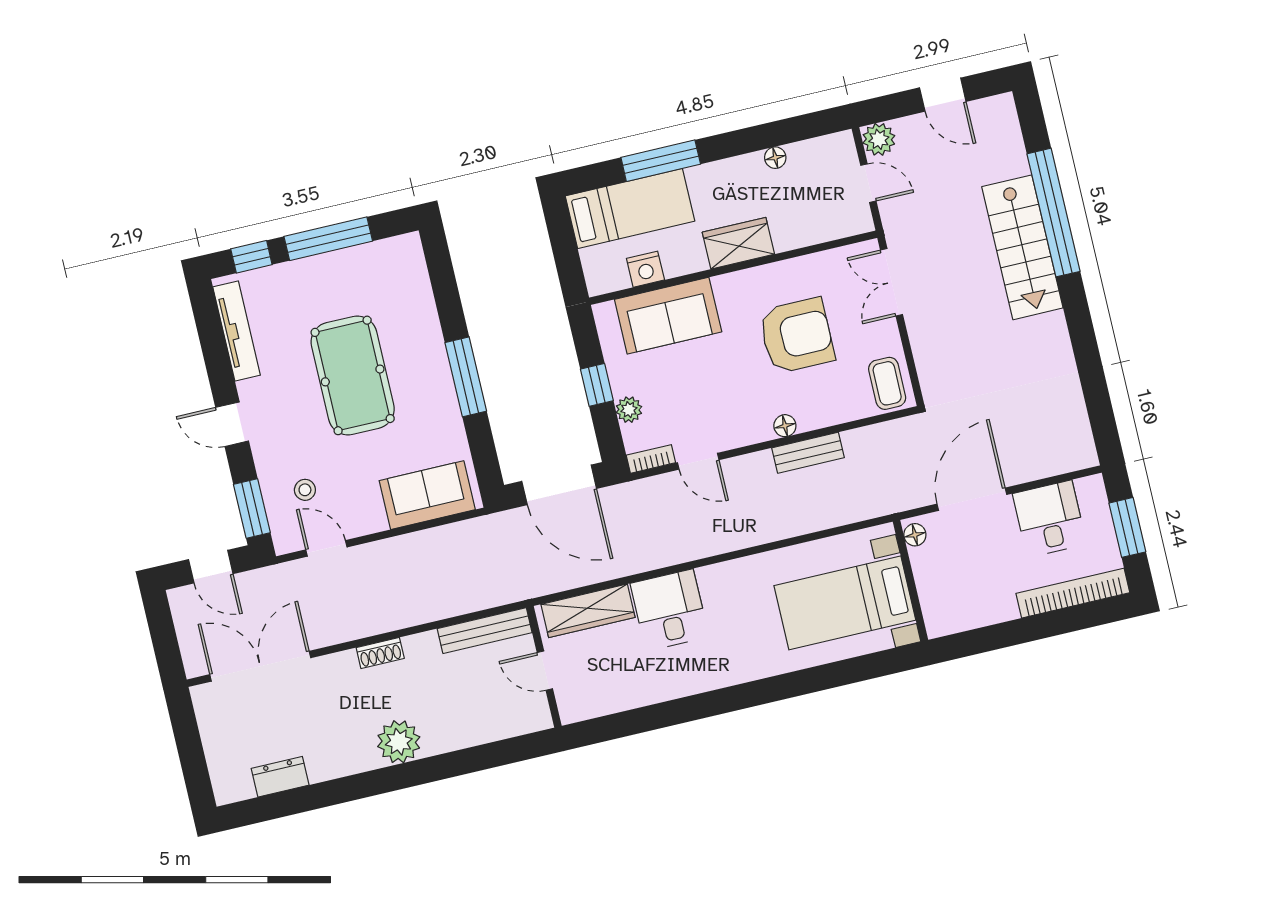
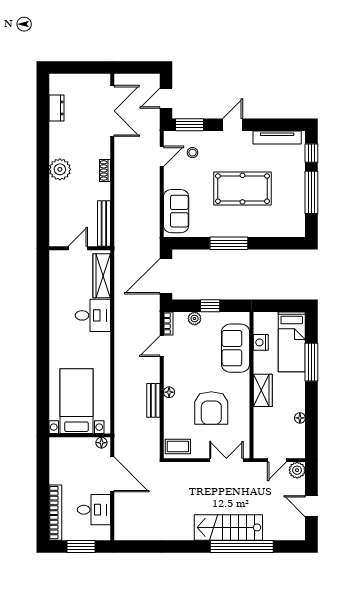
door: (943, 95) -> (311, 506), hinge flipped

